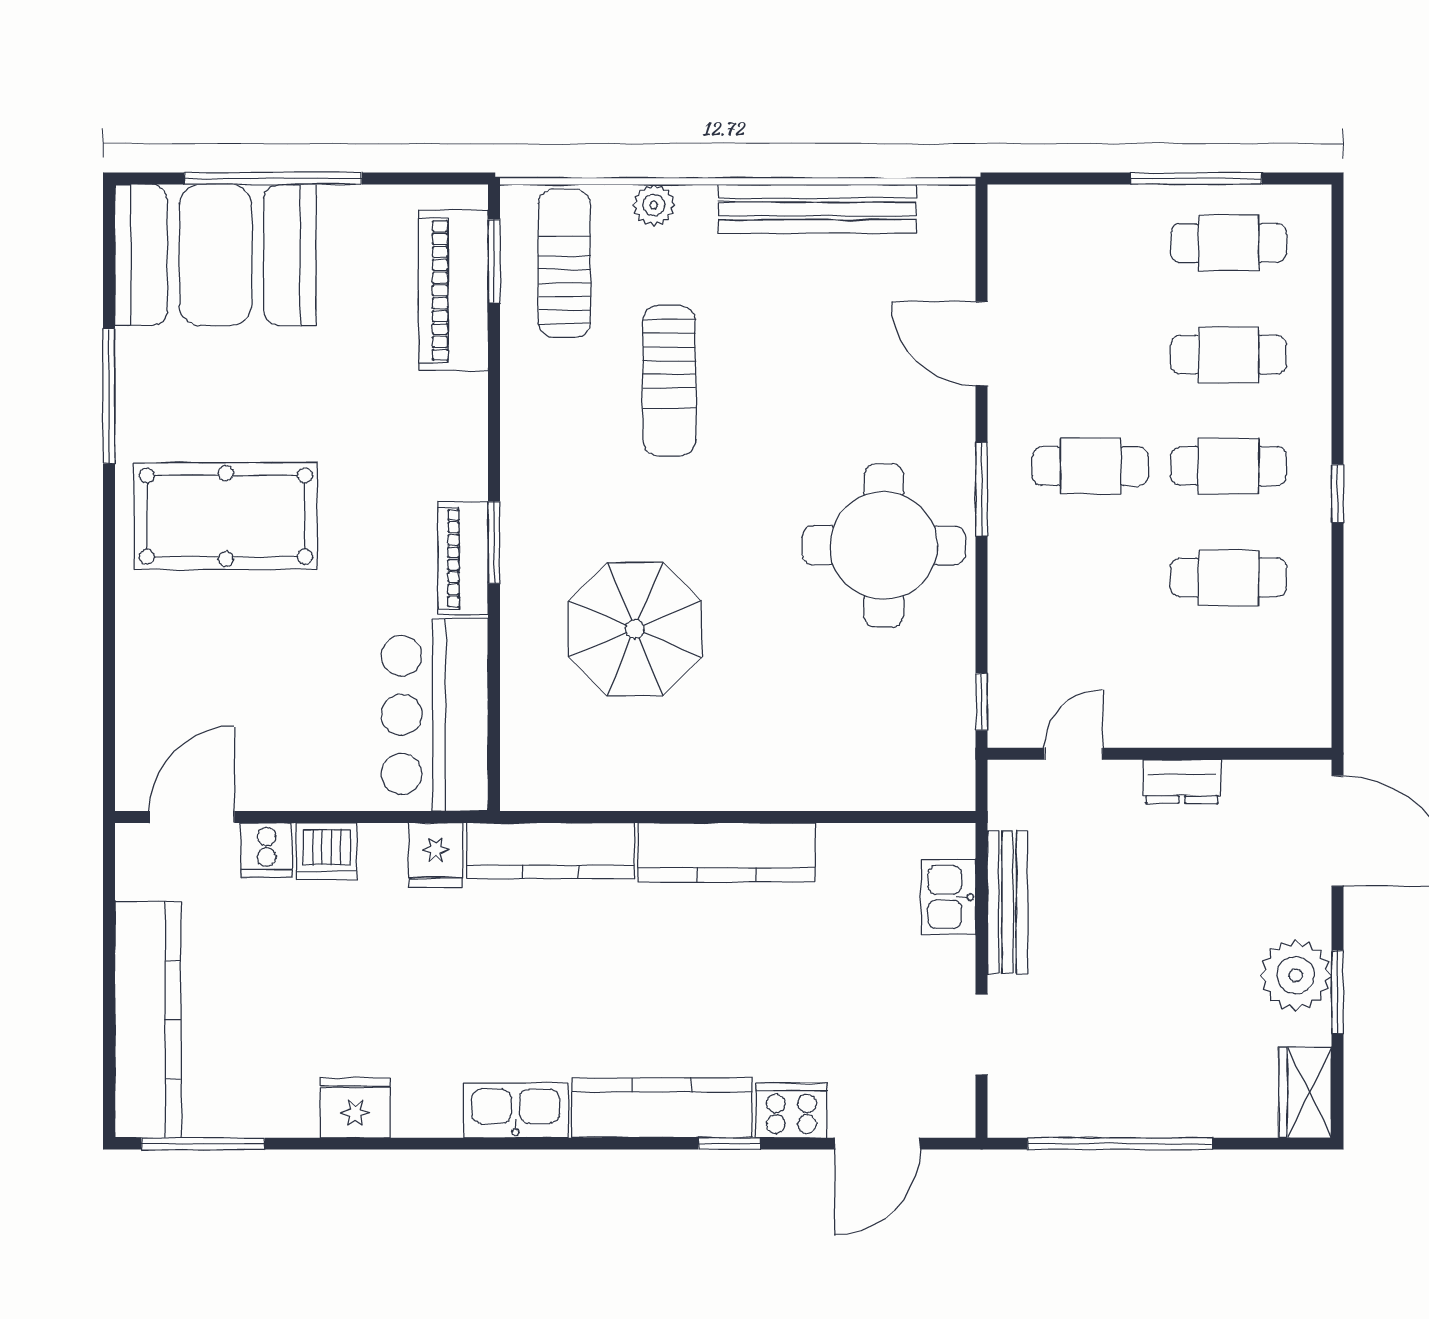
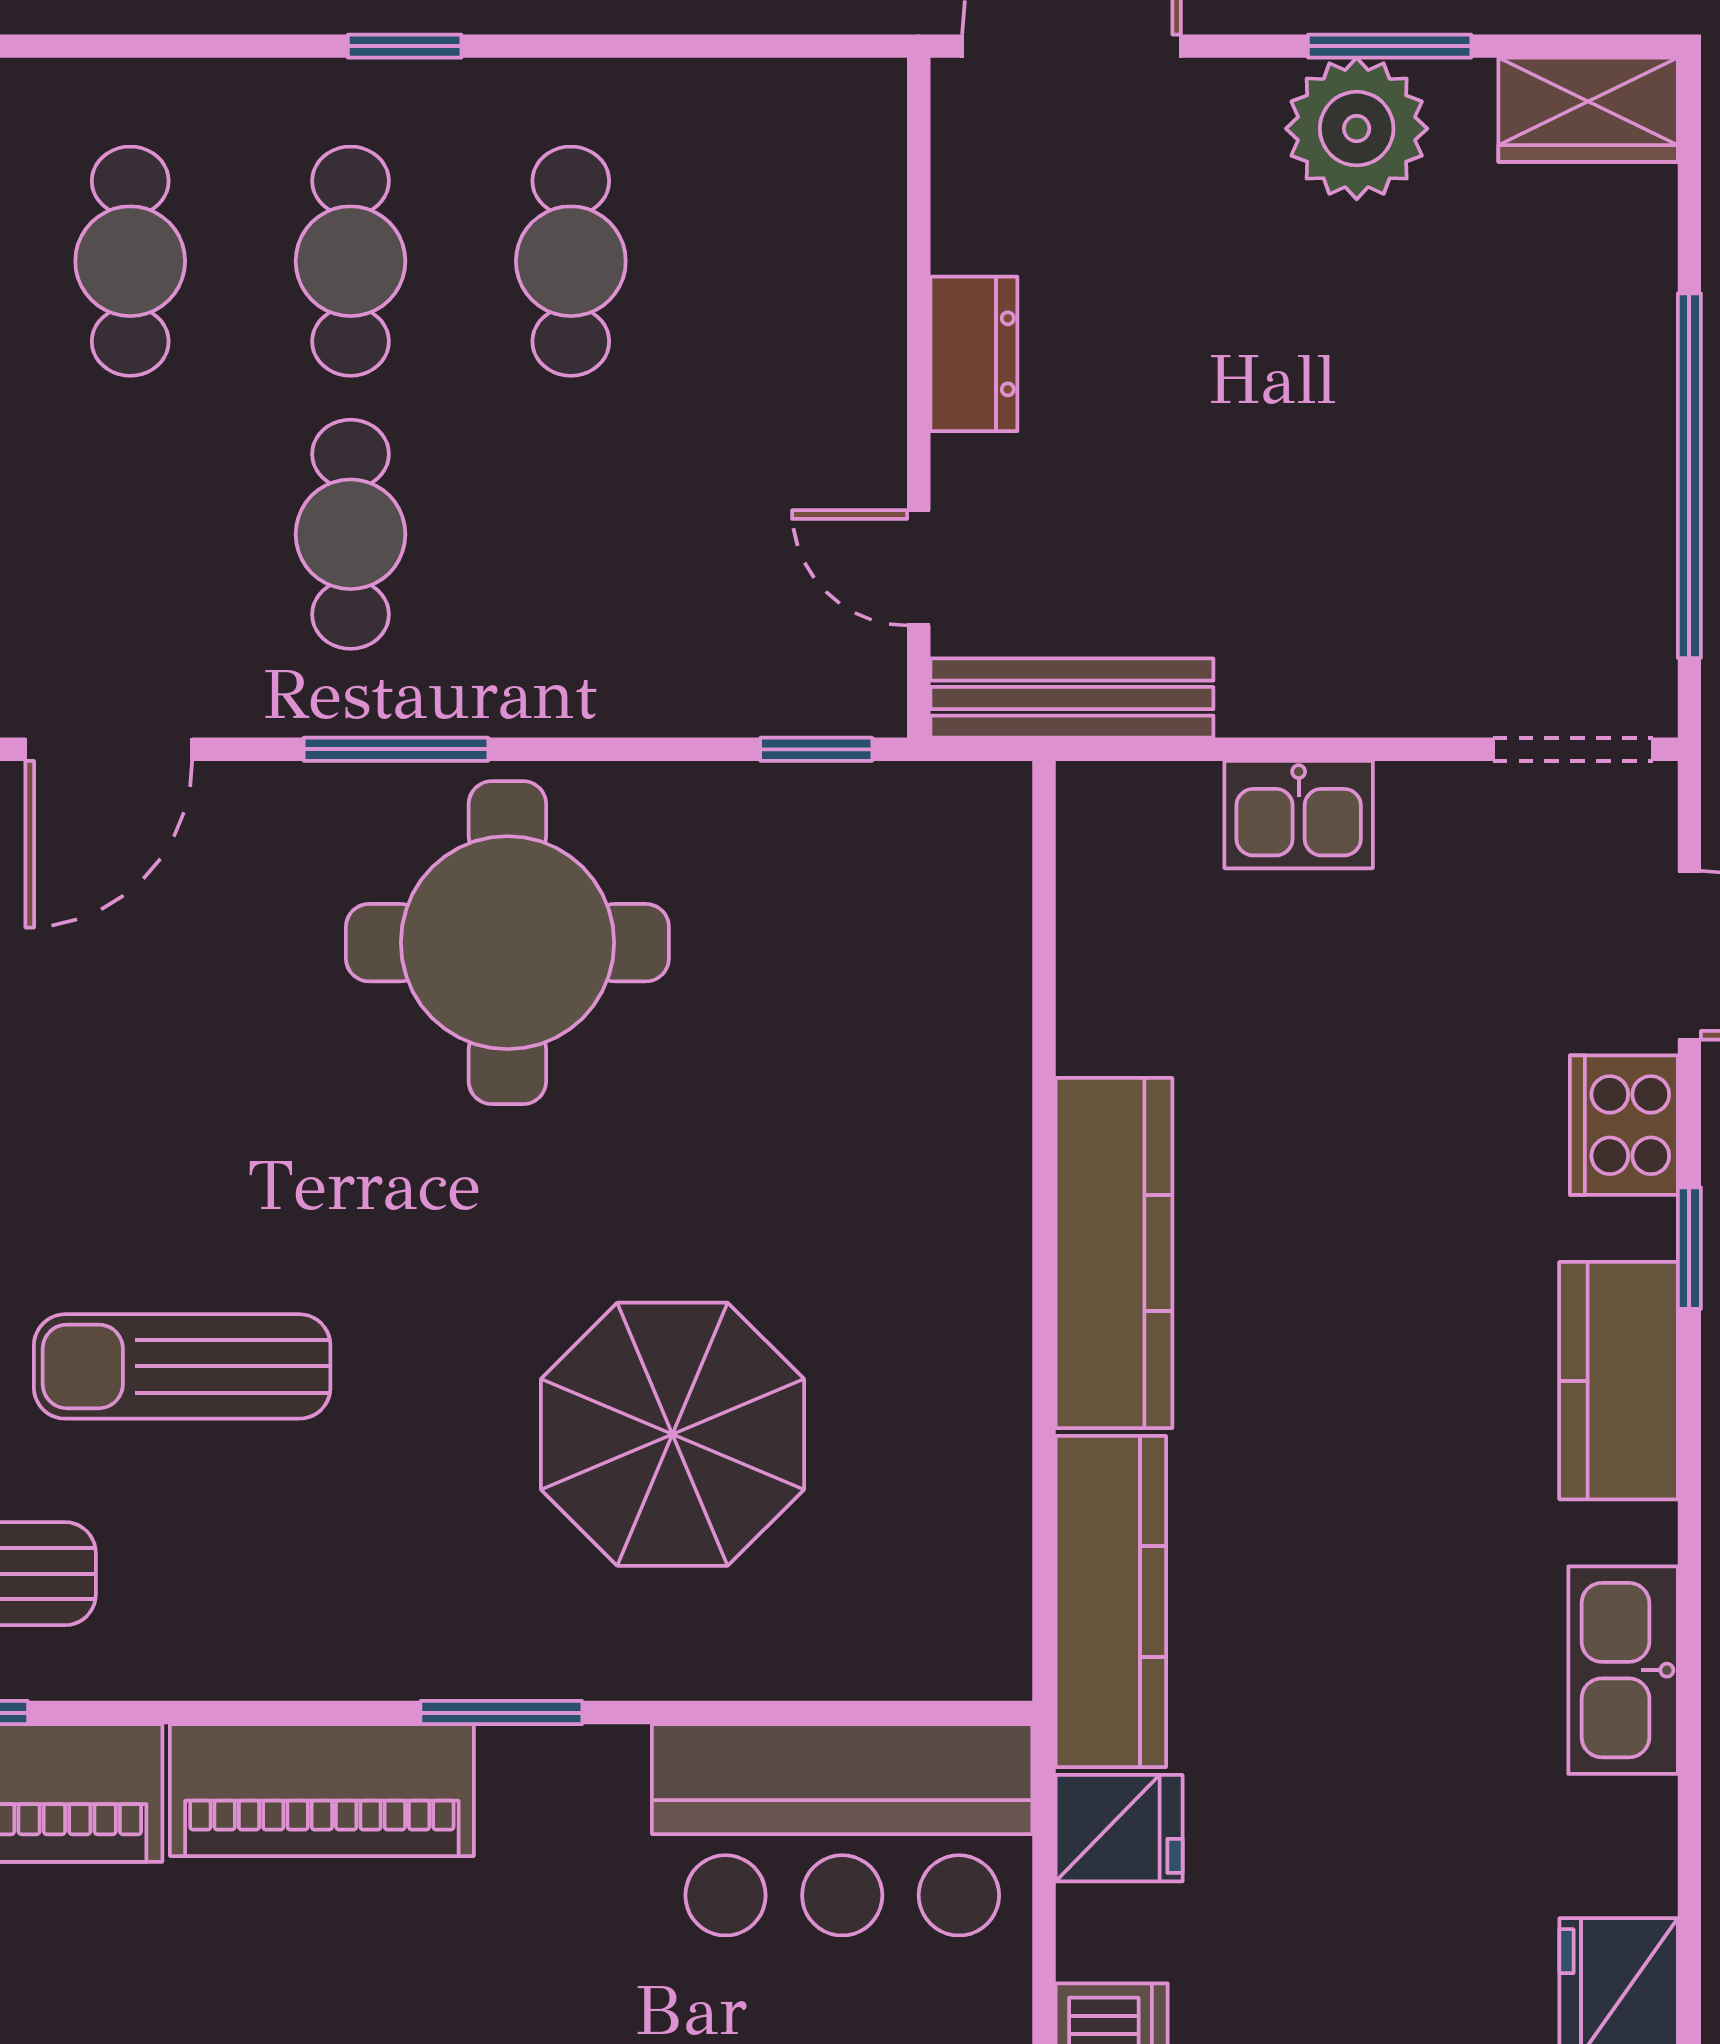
sun lounger: (669, 381) -> (182, 1366), turned 180
piano: (463, 558) -> (322, 1790), moved, width x1.37, depth x1.33
kitchen sink: (949, 897) -> (1299, 815), moved
bench: (1007, 902) -> (1072, 698), moved
doorway: (982, 1035) -> (1573, 749), moved
kitchen counter: (662, 1108) -> (1618, 1381), width x0.67

